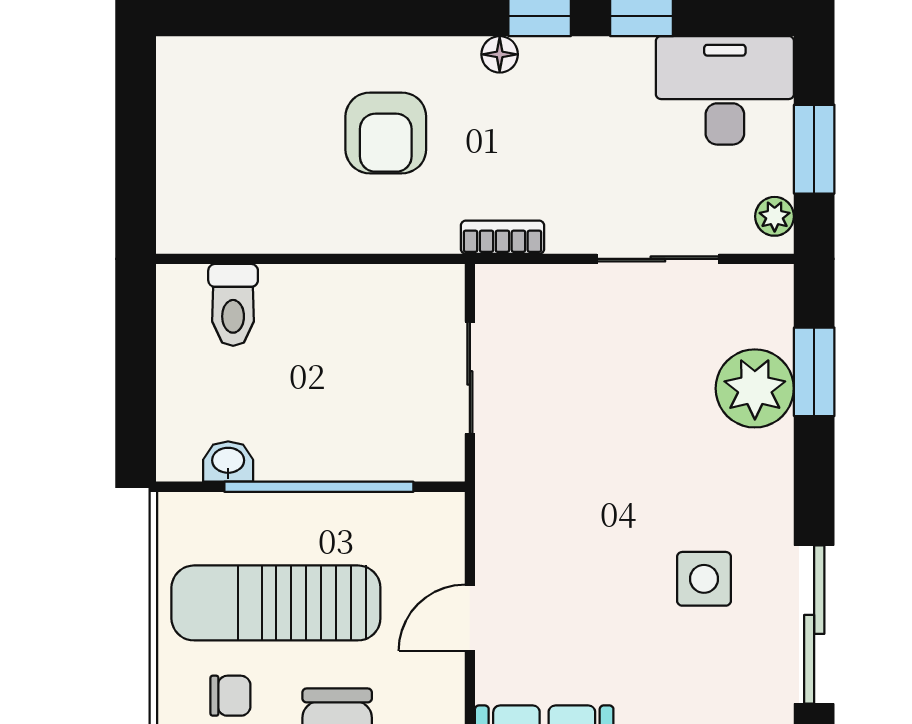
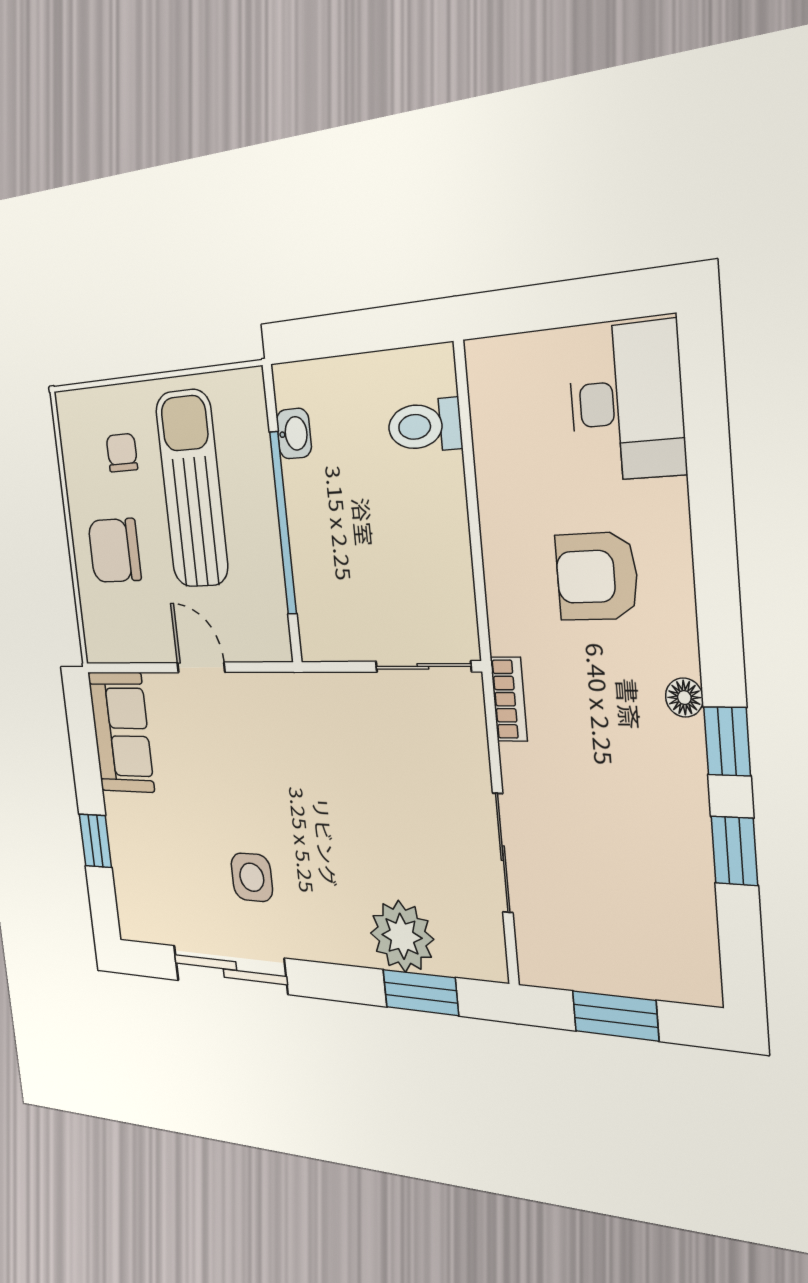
desk: (725, 90) -> (626, 402), moved
plant: (775, 216) -> (550, 970), removed
sliding door: (470, 378) -> (423, 666), moved
chair: (230, 696) -> (122, 453), turned 180

